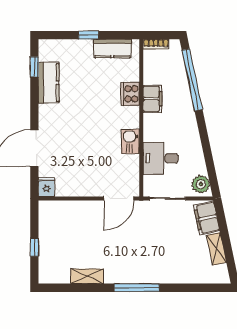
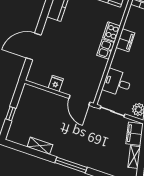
kitchen sink: (130, 141) -> (106, 49), moved
fridge: (46, 187) -> (56, 83), moved
door: (119, 199) -> (79, 100), hinge flipped

